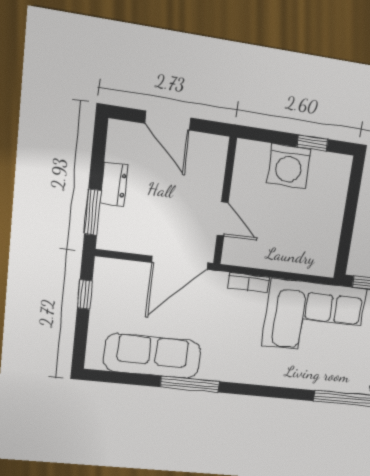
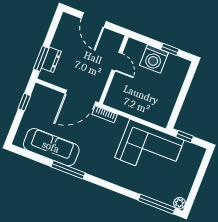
dresser: (114, 184) -> (51, 60), moved
door: (223, 219) -> (117, 62), moved
bookcase: (248, 283) -> (105, 114), moved

